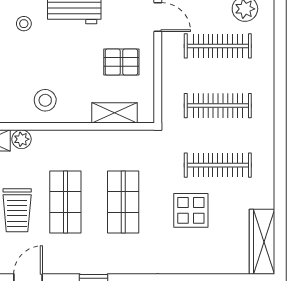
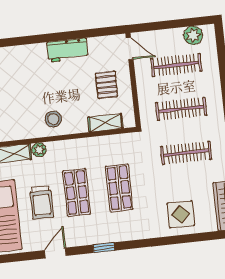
stool: (24, 24) -> (31, 64), removed
pallet: (121, 62) -> (106, 85), turned 90
display table: (191, 210) -> (181, 214), moved

